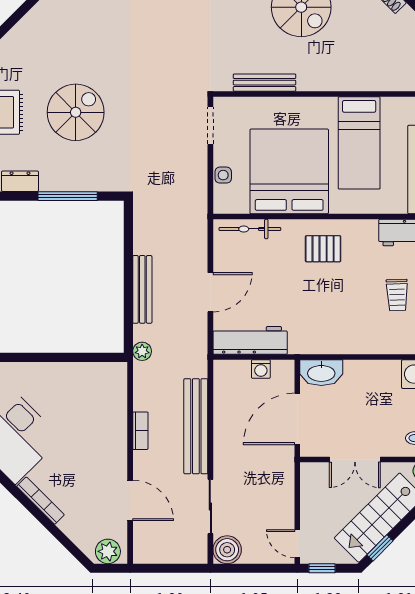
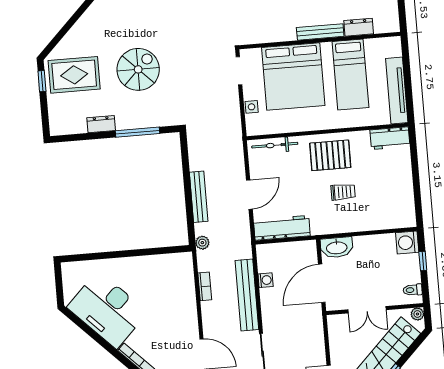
dresser: (375, 81) -> (359, 27), added
bench: (265, 83) -> (320, 32), moved
bed: (289, 171) -> (293, 76), moved, turned 180
pallet: (323, 249) -> (330, 155), width x1.50, depth x1.42
trolley: (397, 295) -> (343, 192), moved, turned -88
washing machine: (261, 369) -> (266, 280), moved, turned -90
bookcase: (140, 431) -> (205, 286), moved

